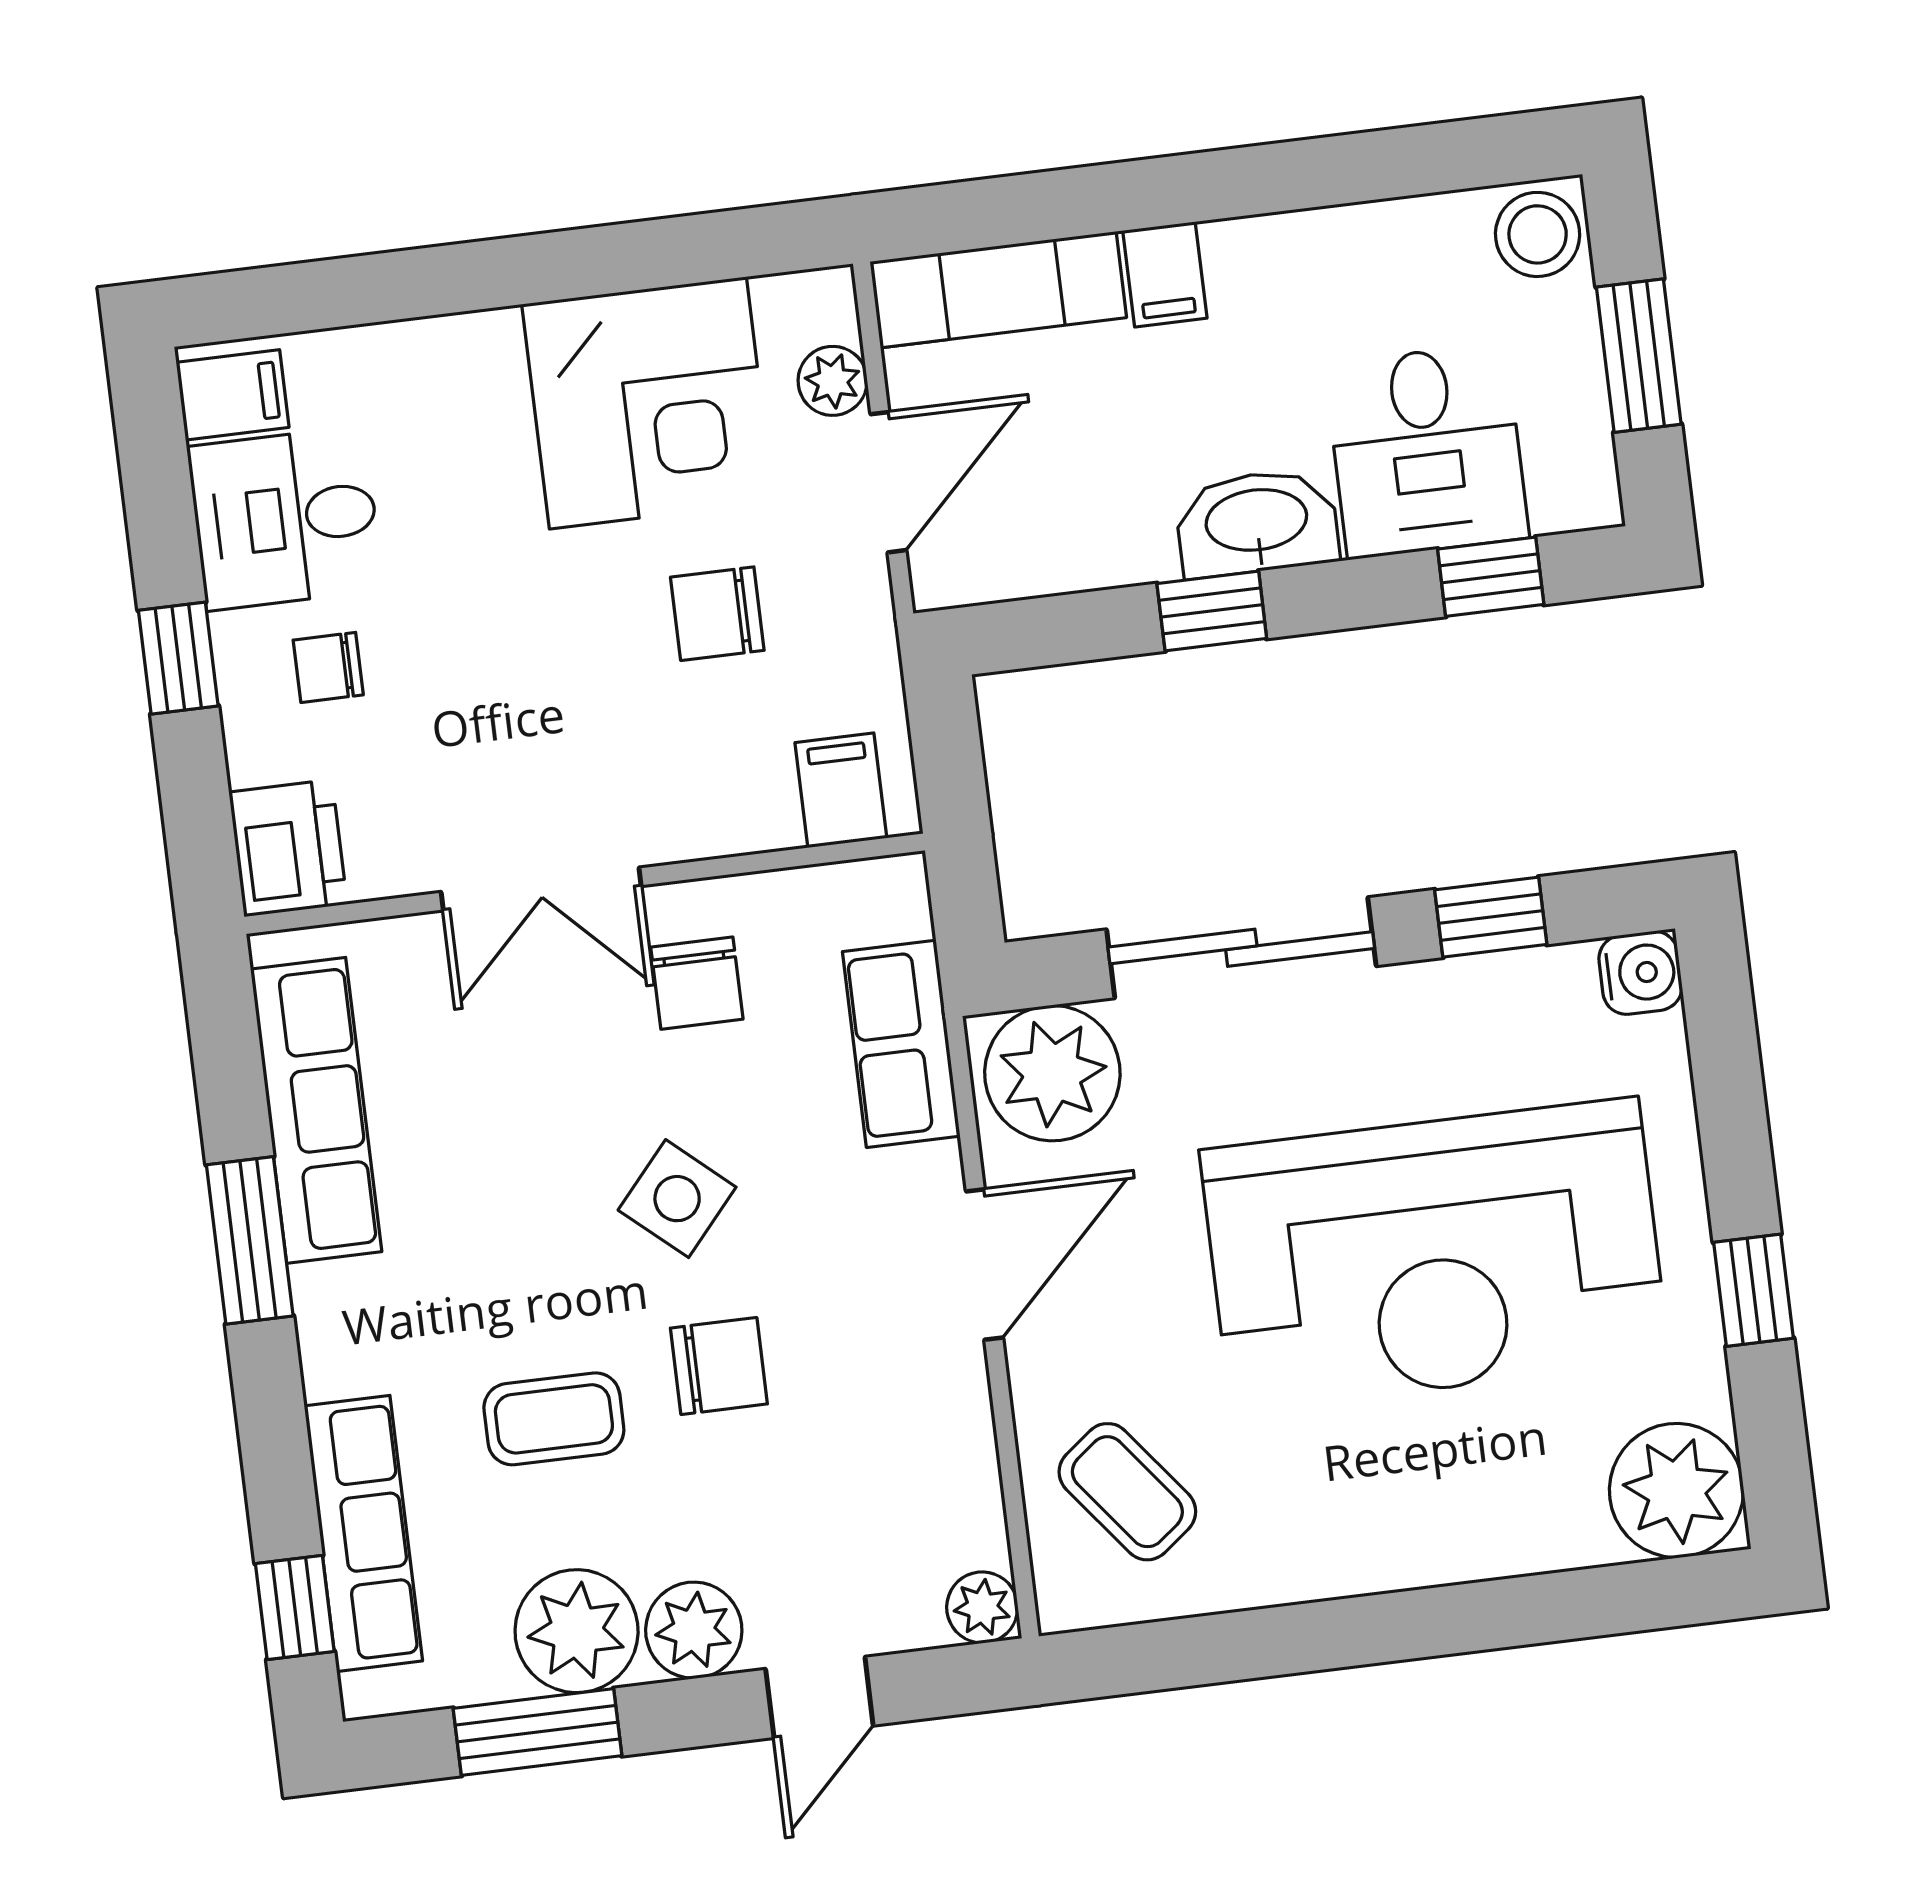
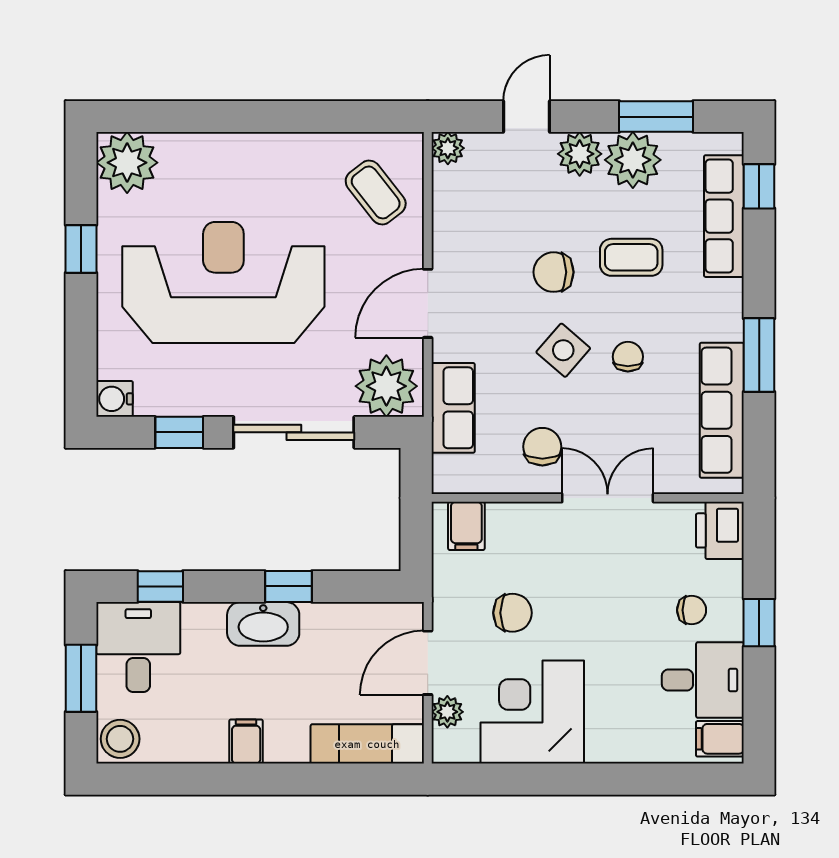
filing cabinet: (1165, 274) -> (246, 742), moved
desk: (1427, 451) -> (138, 647), moved
chair: (535, 1202) -> (628, 357), added

